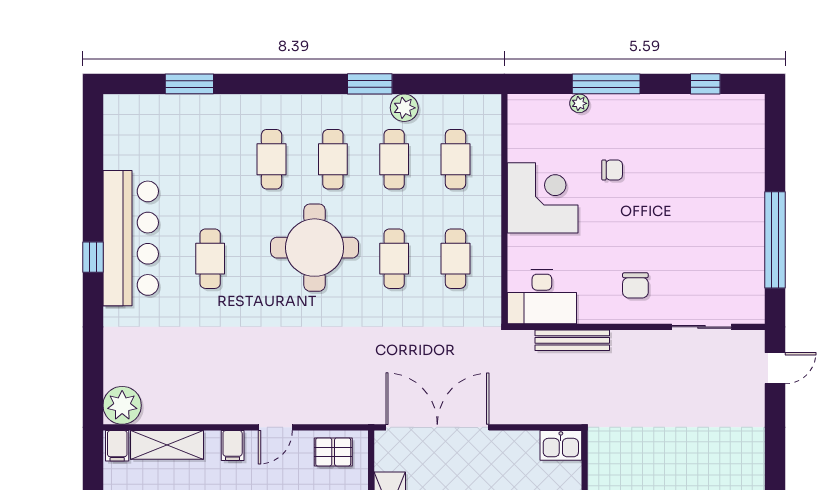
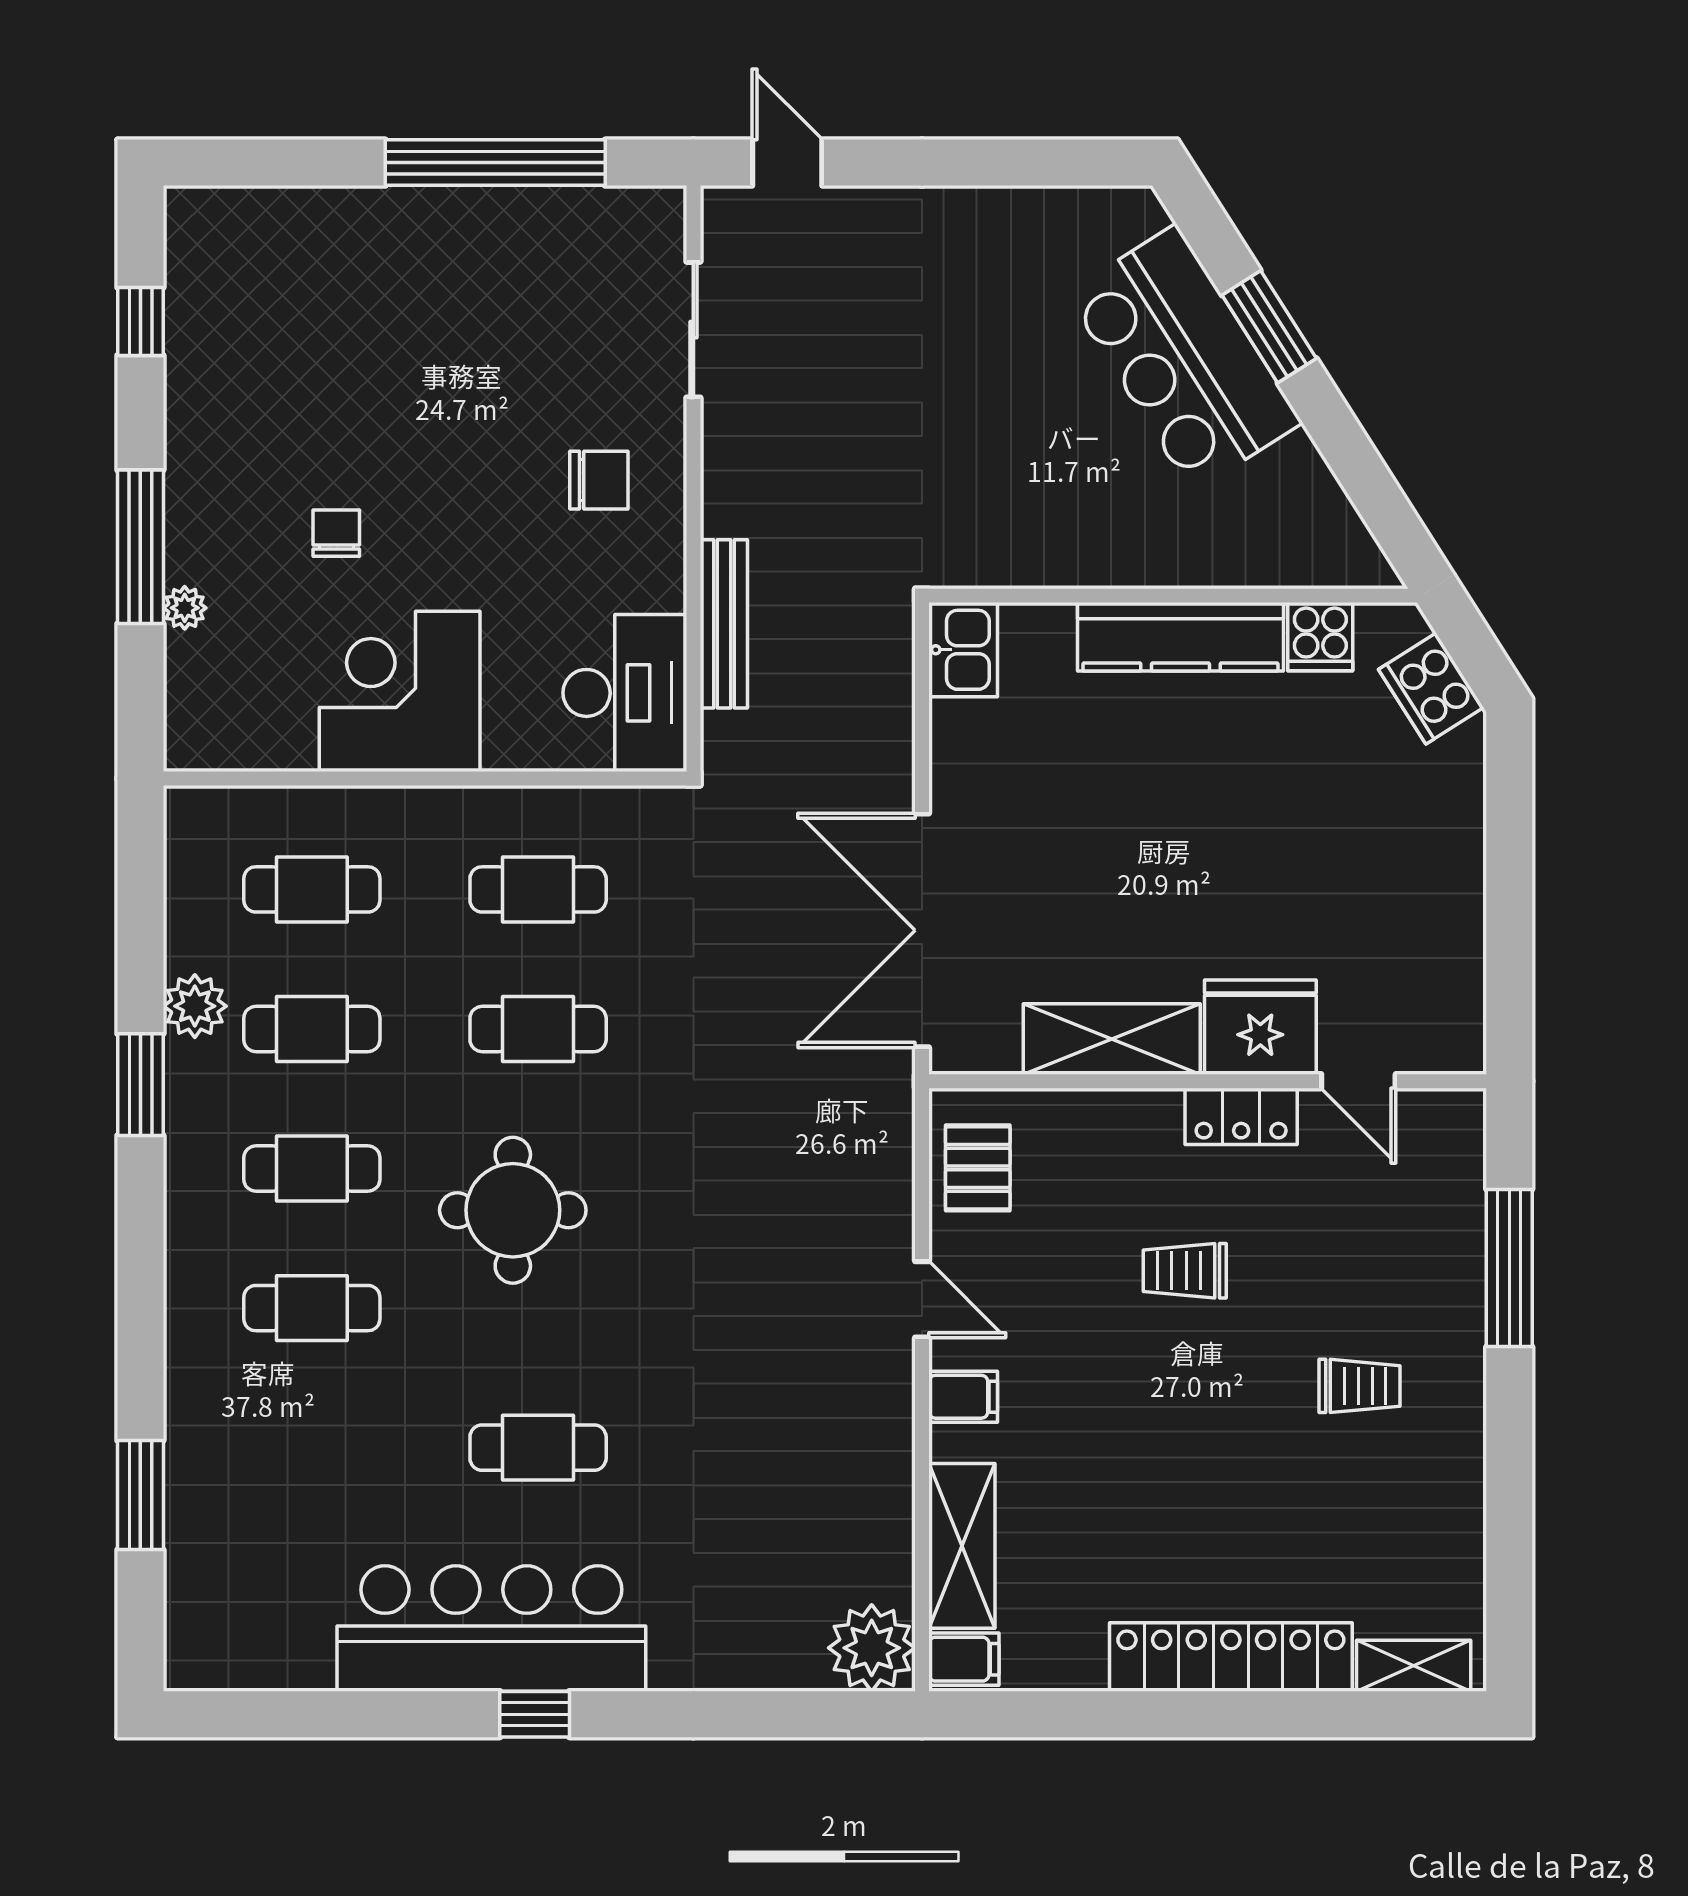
round table: (315, 248) -> (513, 1210), width x0.73, depth x0.73

